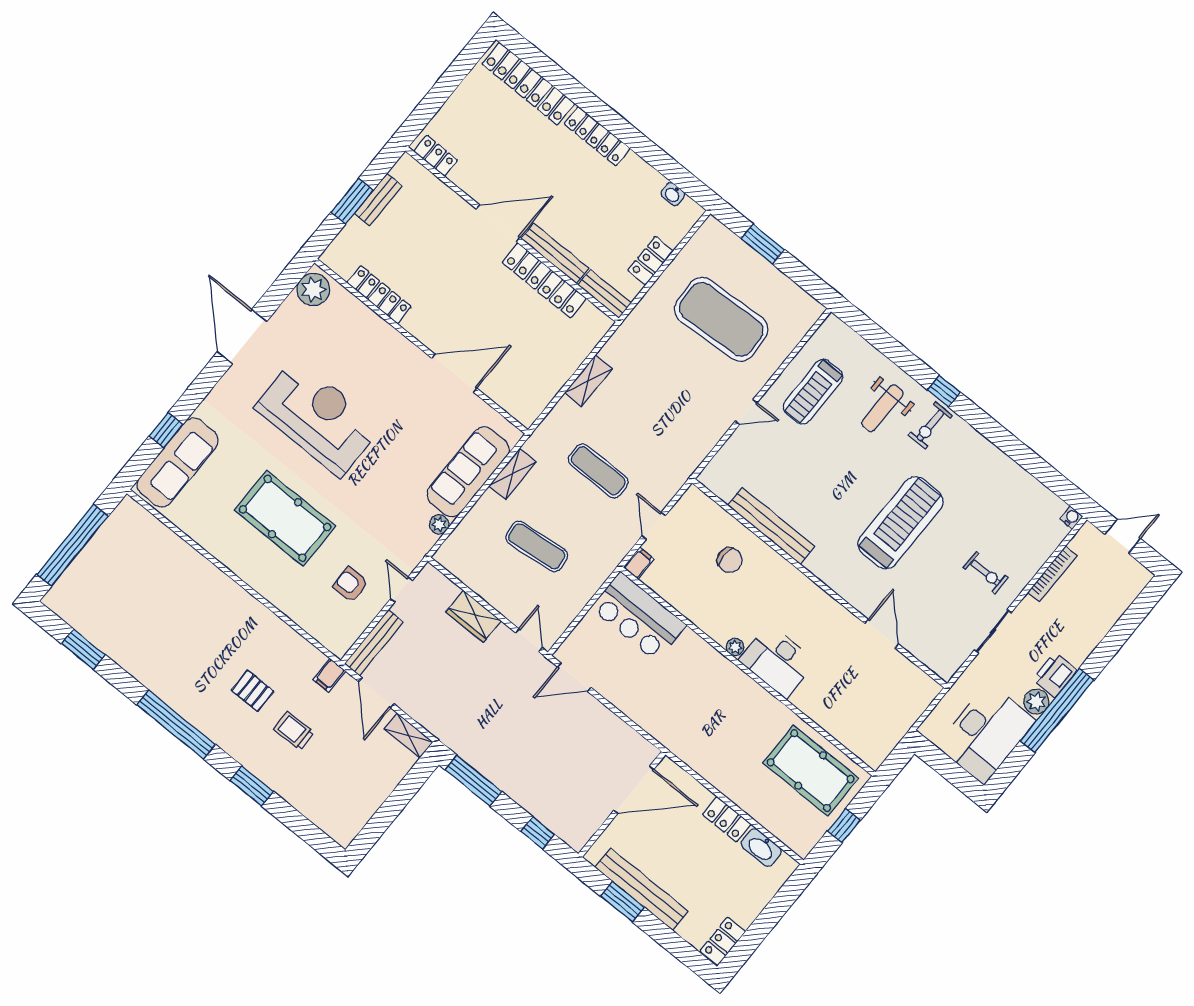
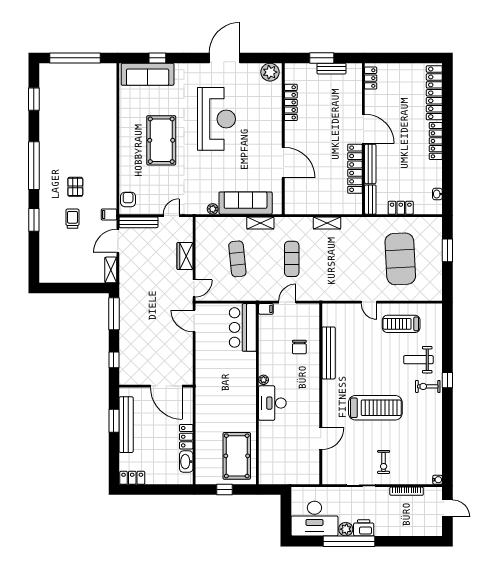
armchair: (351, 585) -> (128, 199), moved

